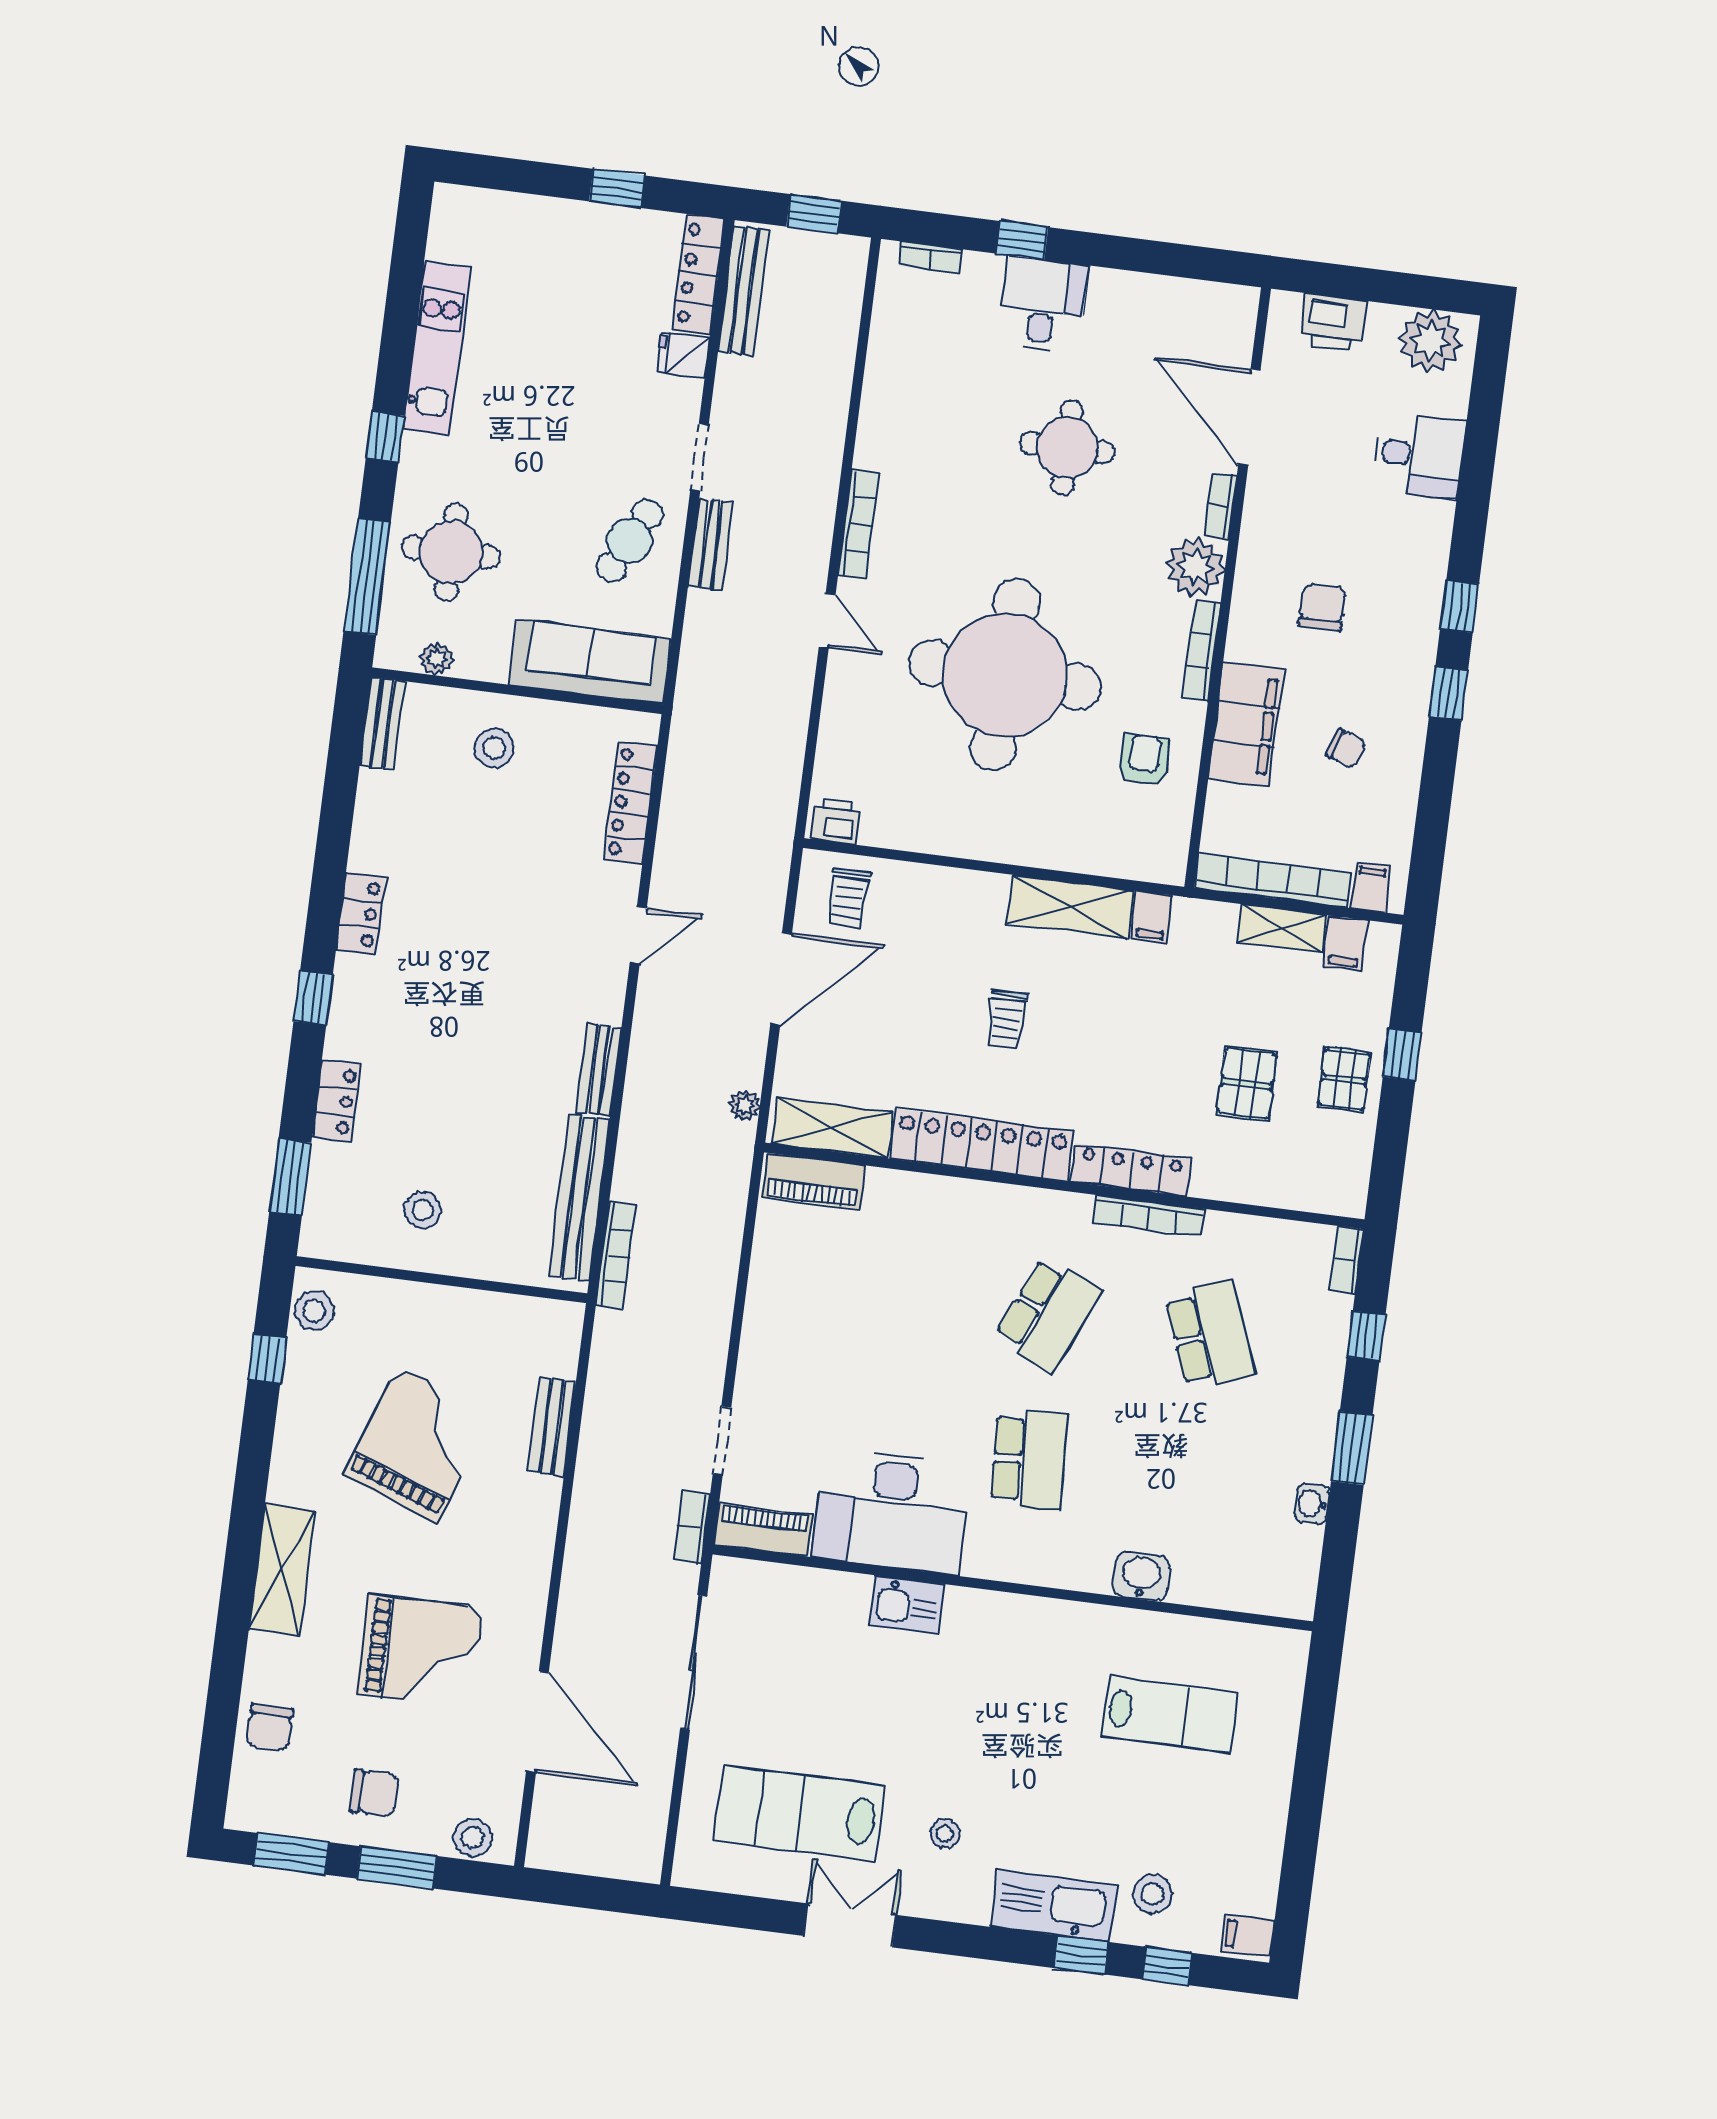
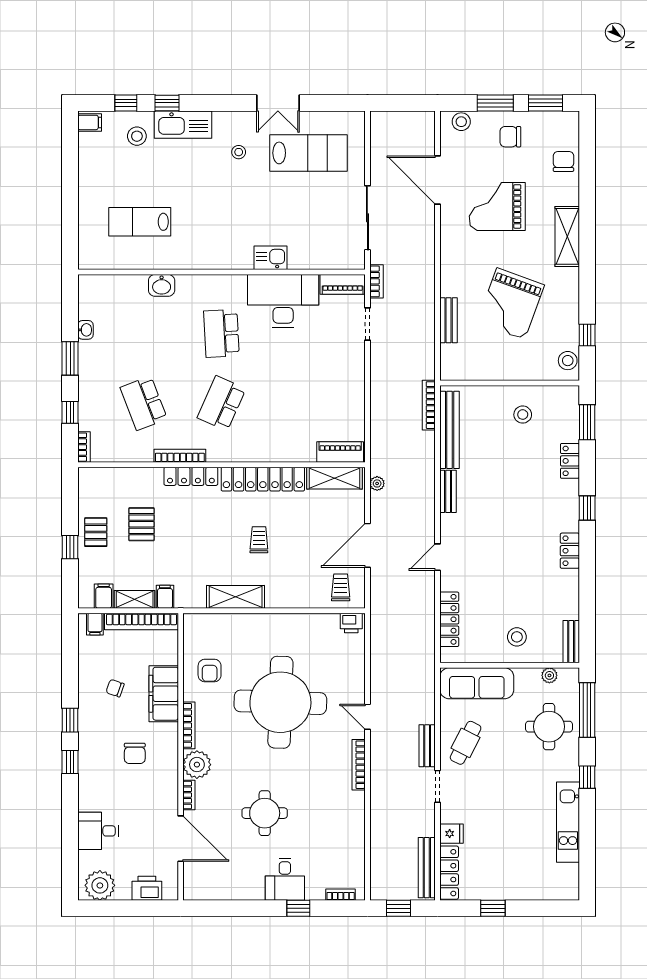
filing cabinet: (1152, 917) -> (165, 597), moved

